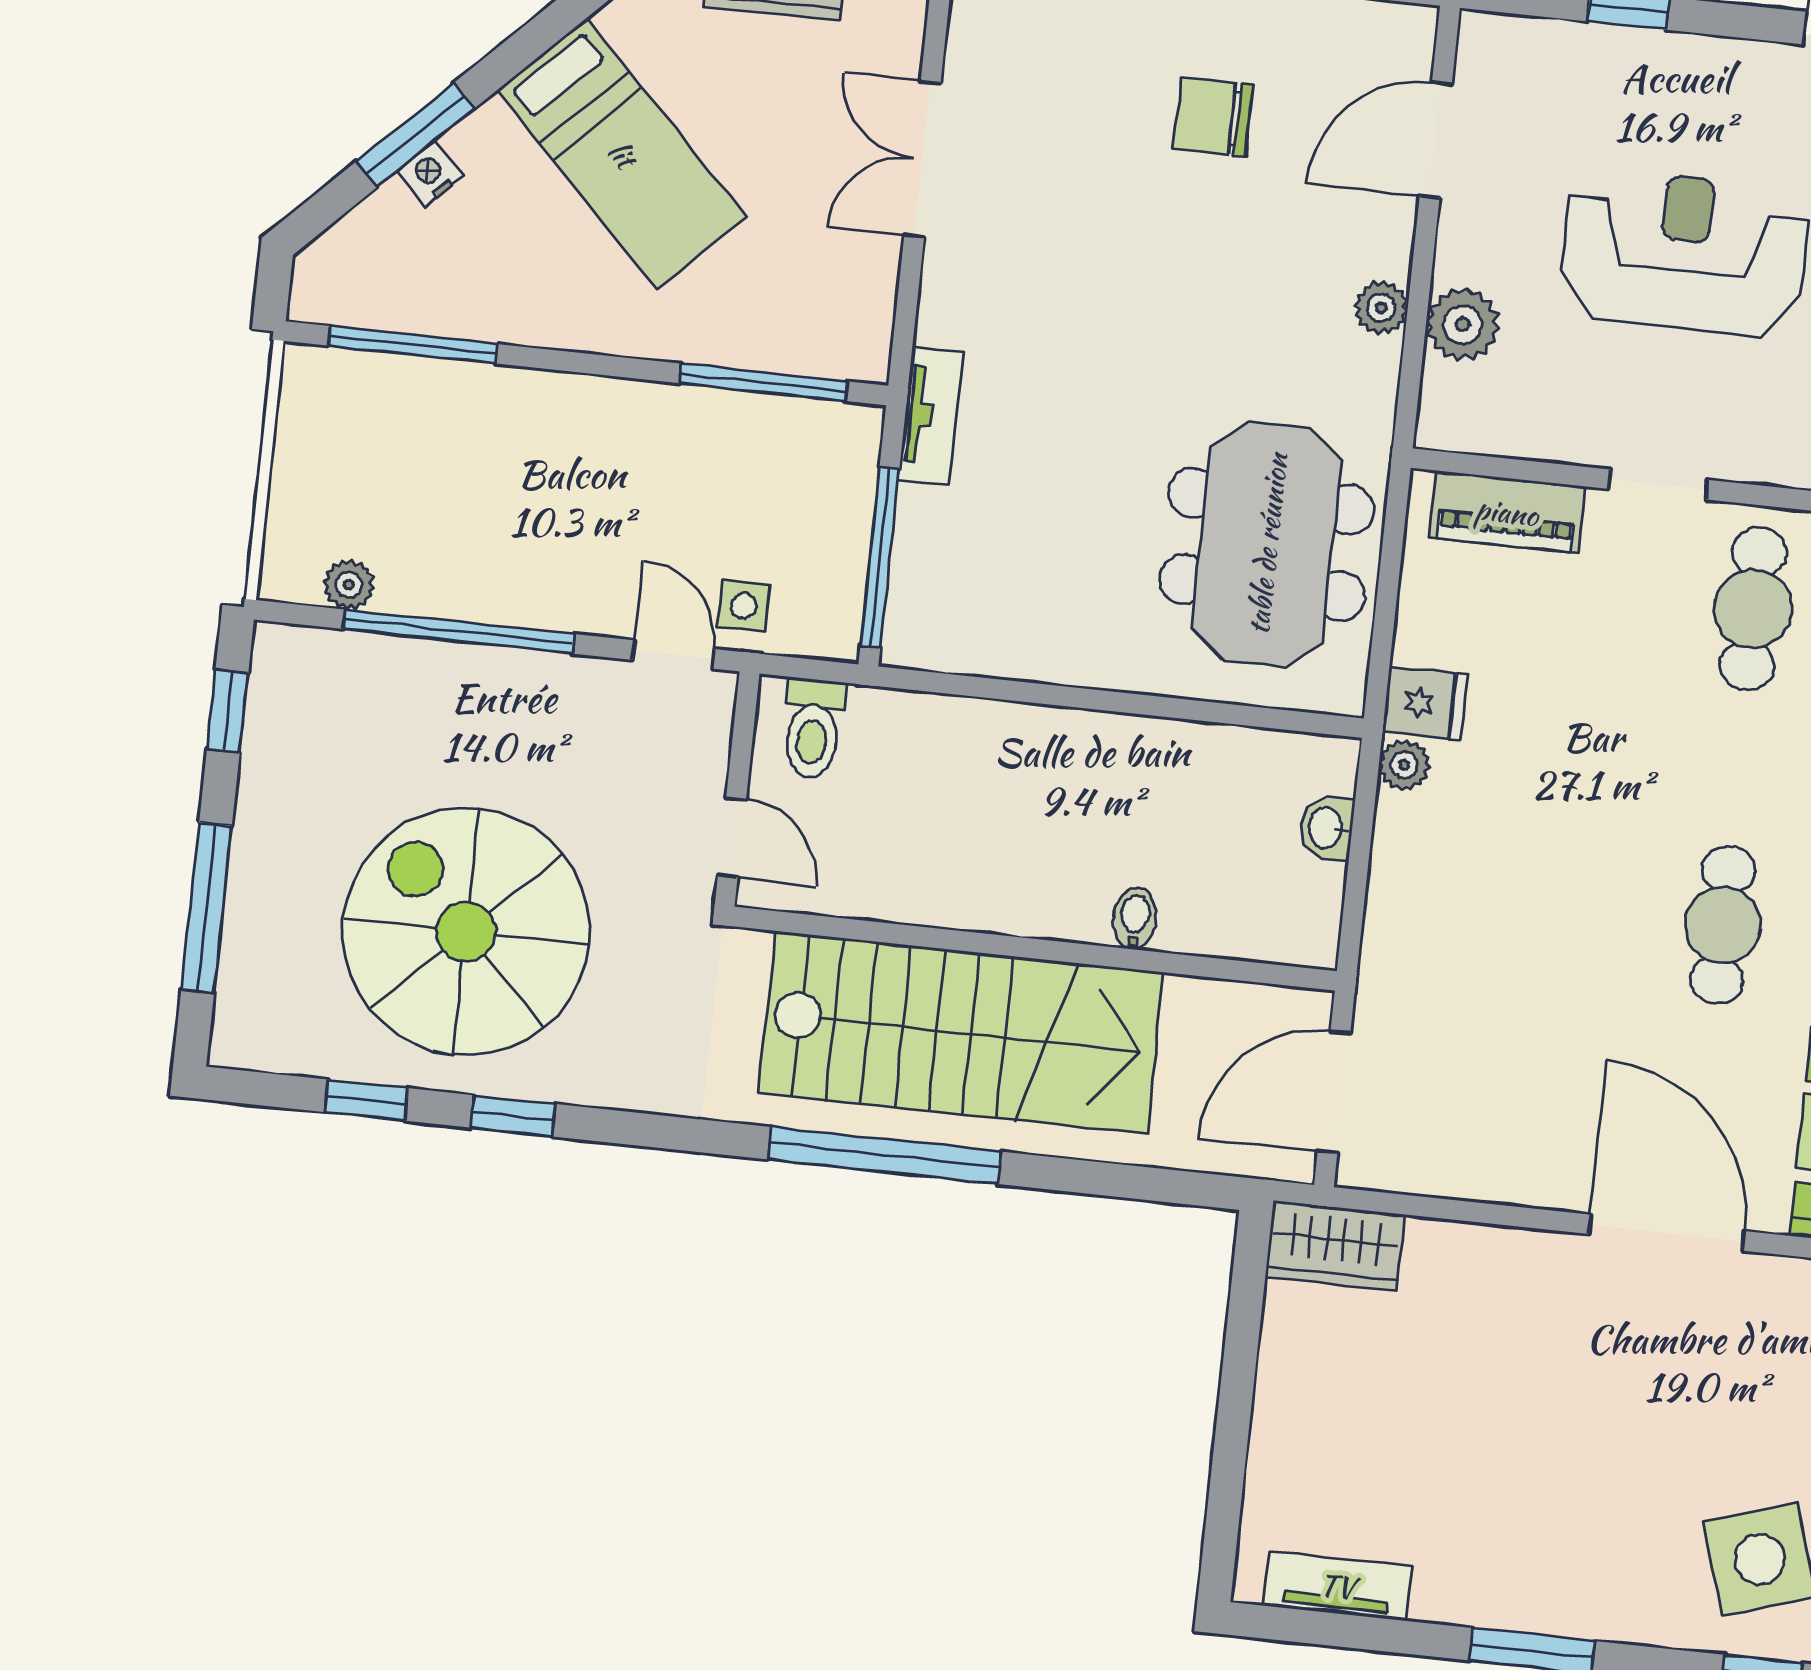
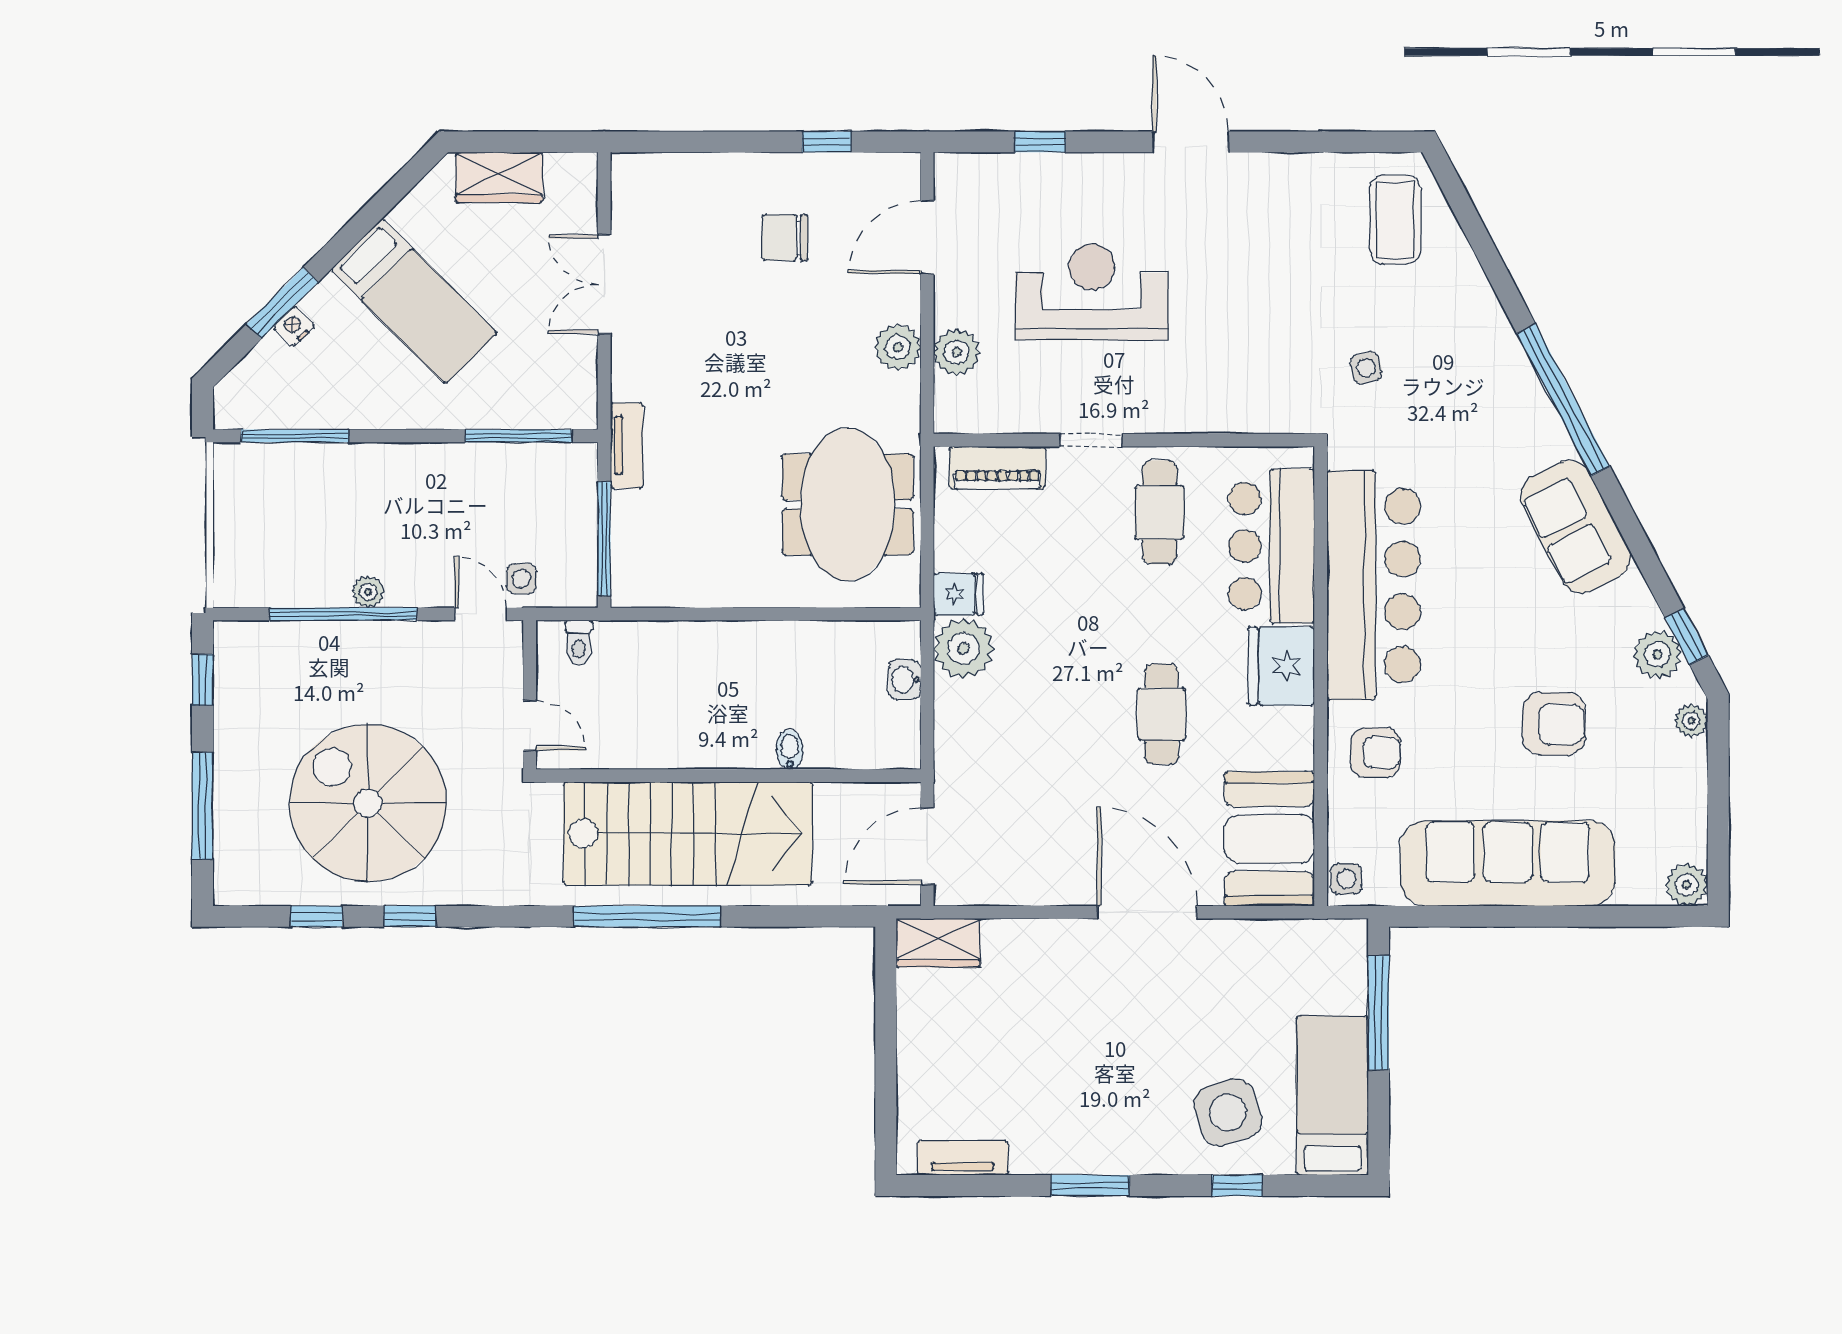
plant: (1381, 308) -> (898, 347), width x1.38, depth x1.38
plant: (349, 585) -> (368, 592), moved
toilet: (813, 728) -> (579, 643), width x0.73, depth x0.72
plant: (1404, 765) -> (964, 648), width x1.88, depth x1.88

